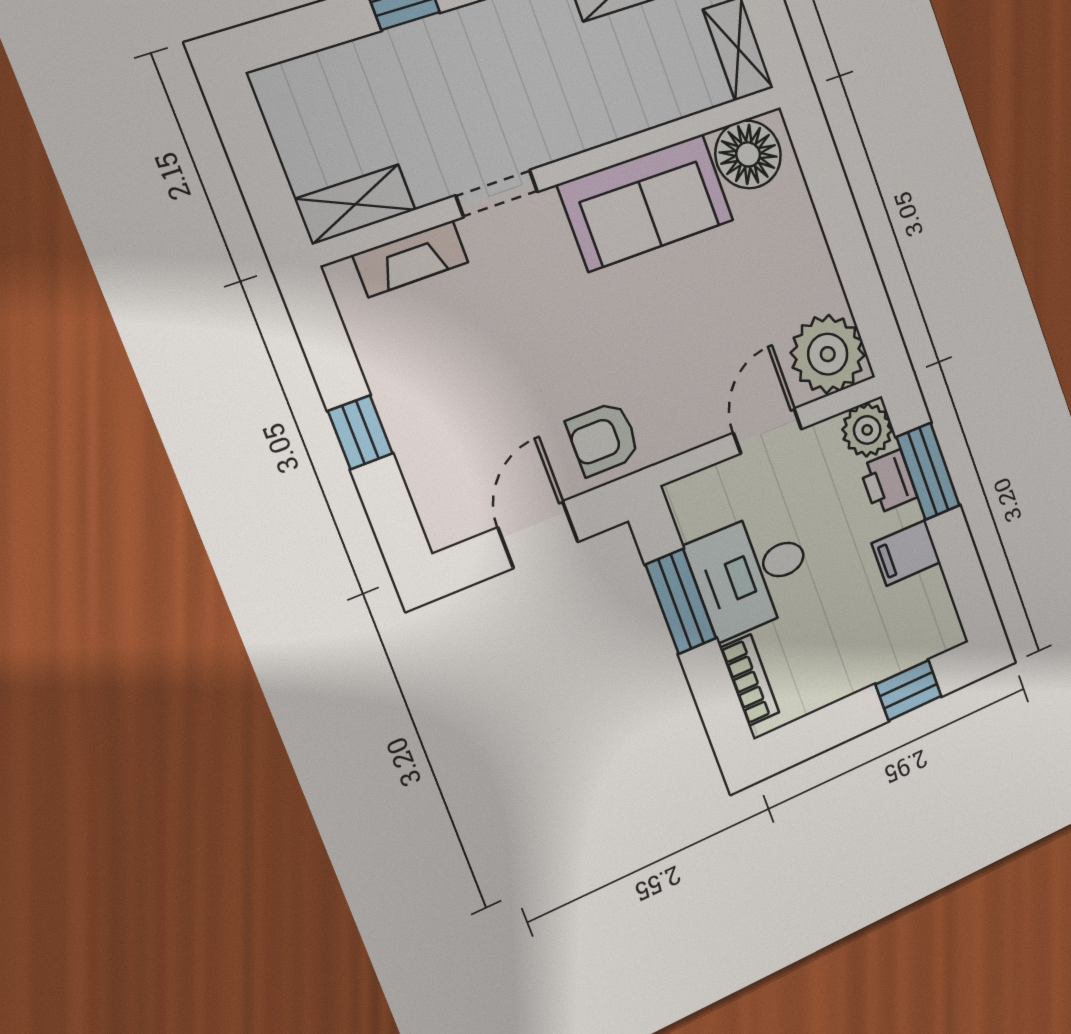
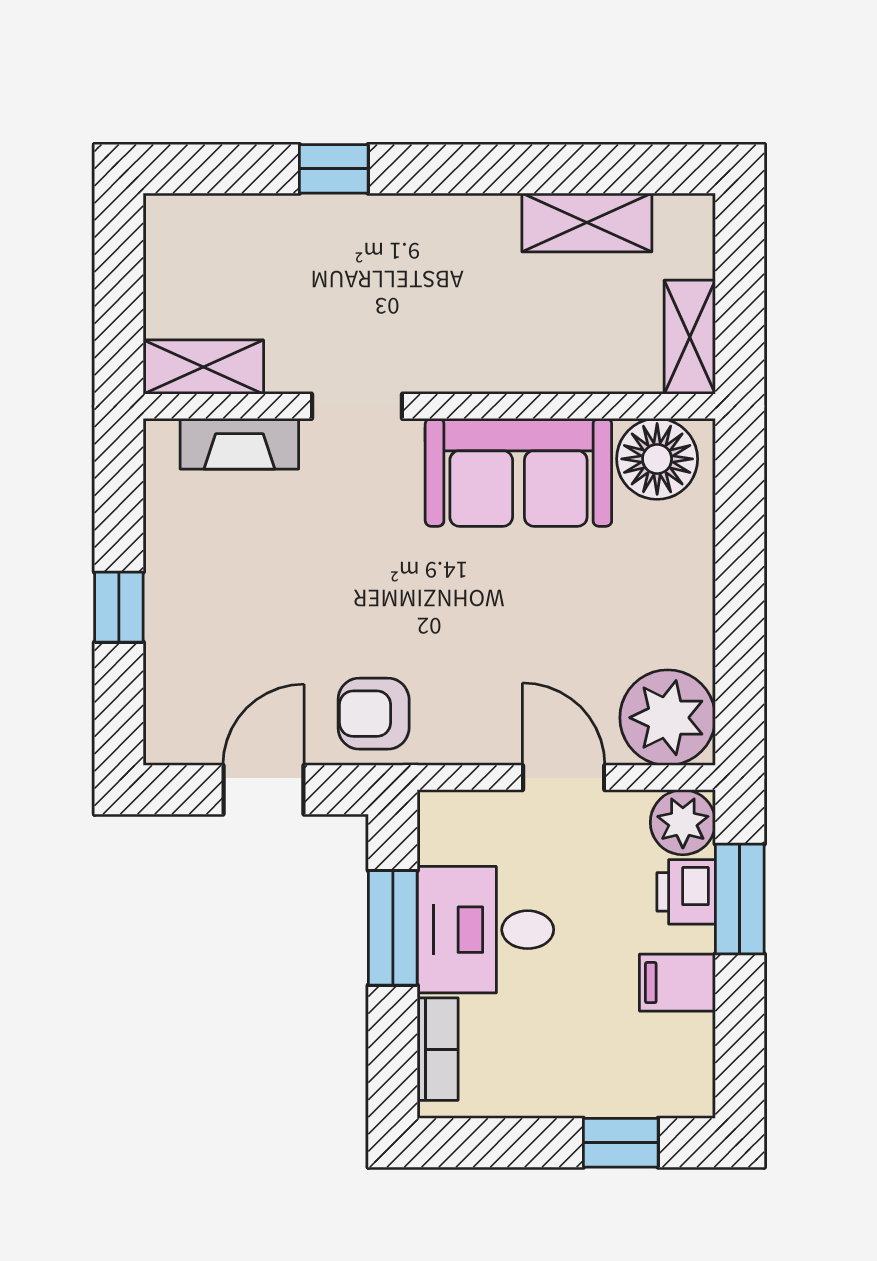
door: (768, 431) -> (564, 778), hinge flipped

